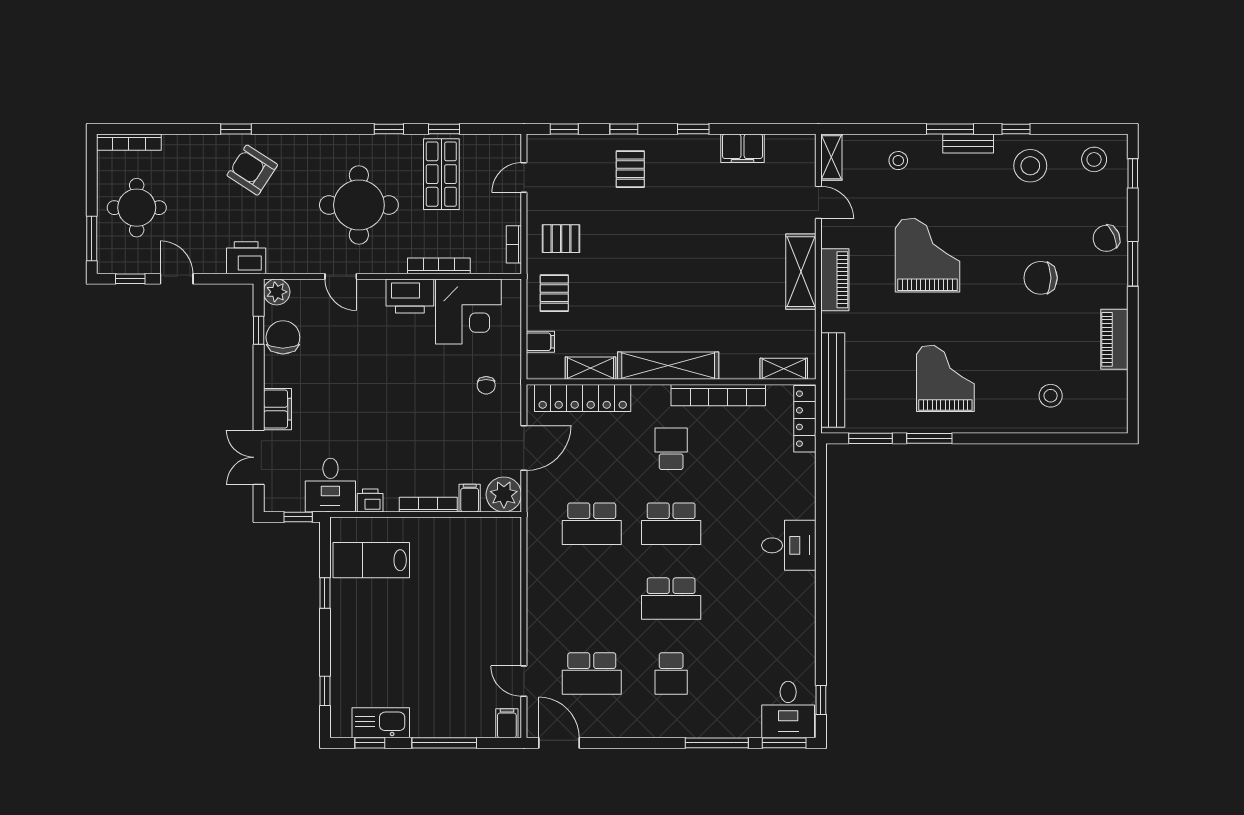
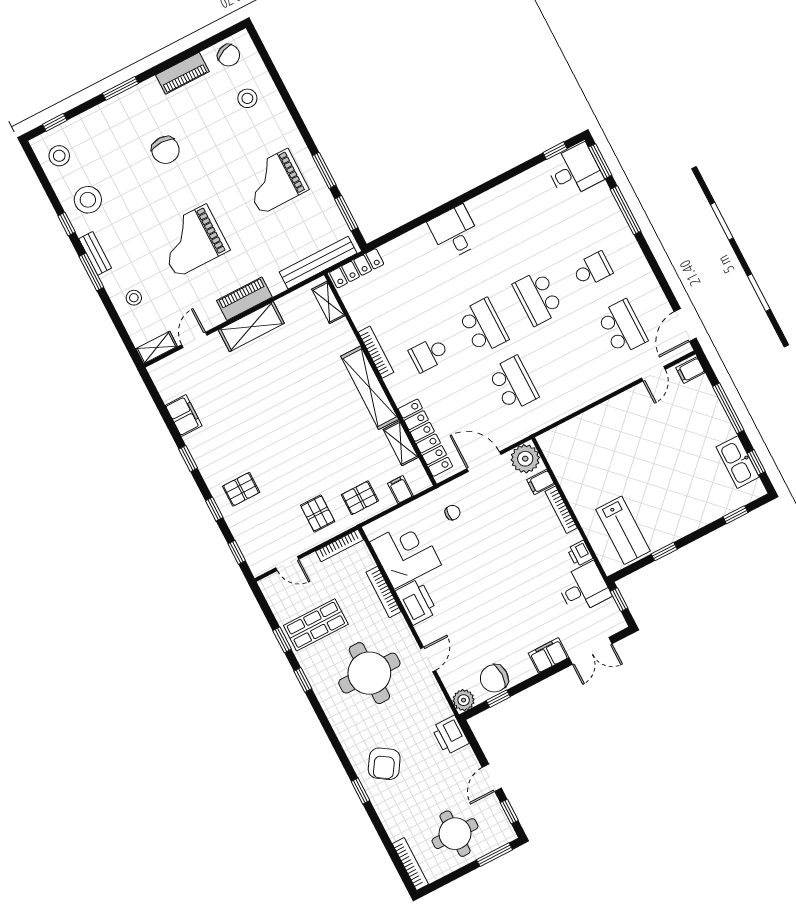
chair: (1106, 238) -> (229, 55), moved
bookcase: (514, 244) -> (340, 546), width x1.56
bookcase: (718, 395) -> (376, 352), width x0.68, depth x0.76
school desk: (671, 599) -> (538, 298), turned 180

